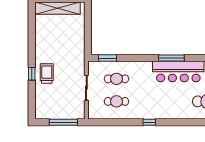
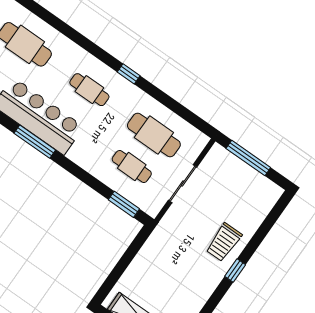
window: (32, 74) -> (235, 271), moved
cafe table: (117, 101) -> (154, 135), width x1.37, depth x1.35
cafe table: (163, 101) -> (89, 90), added

